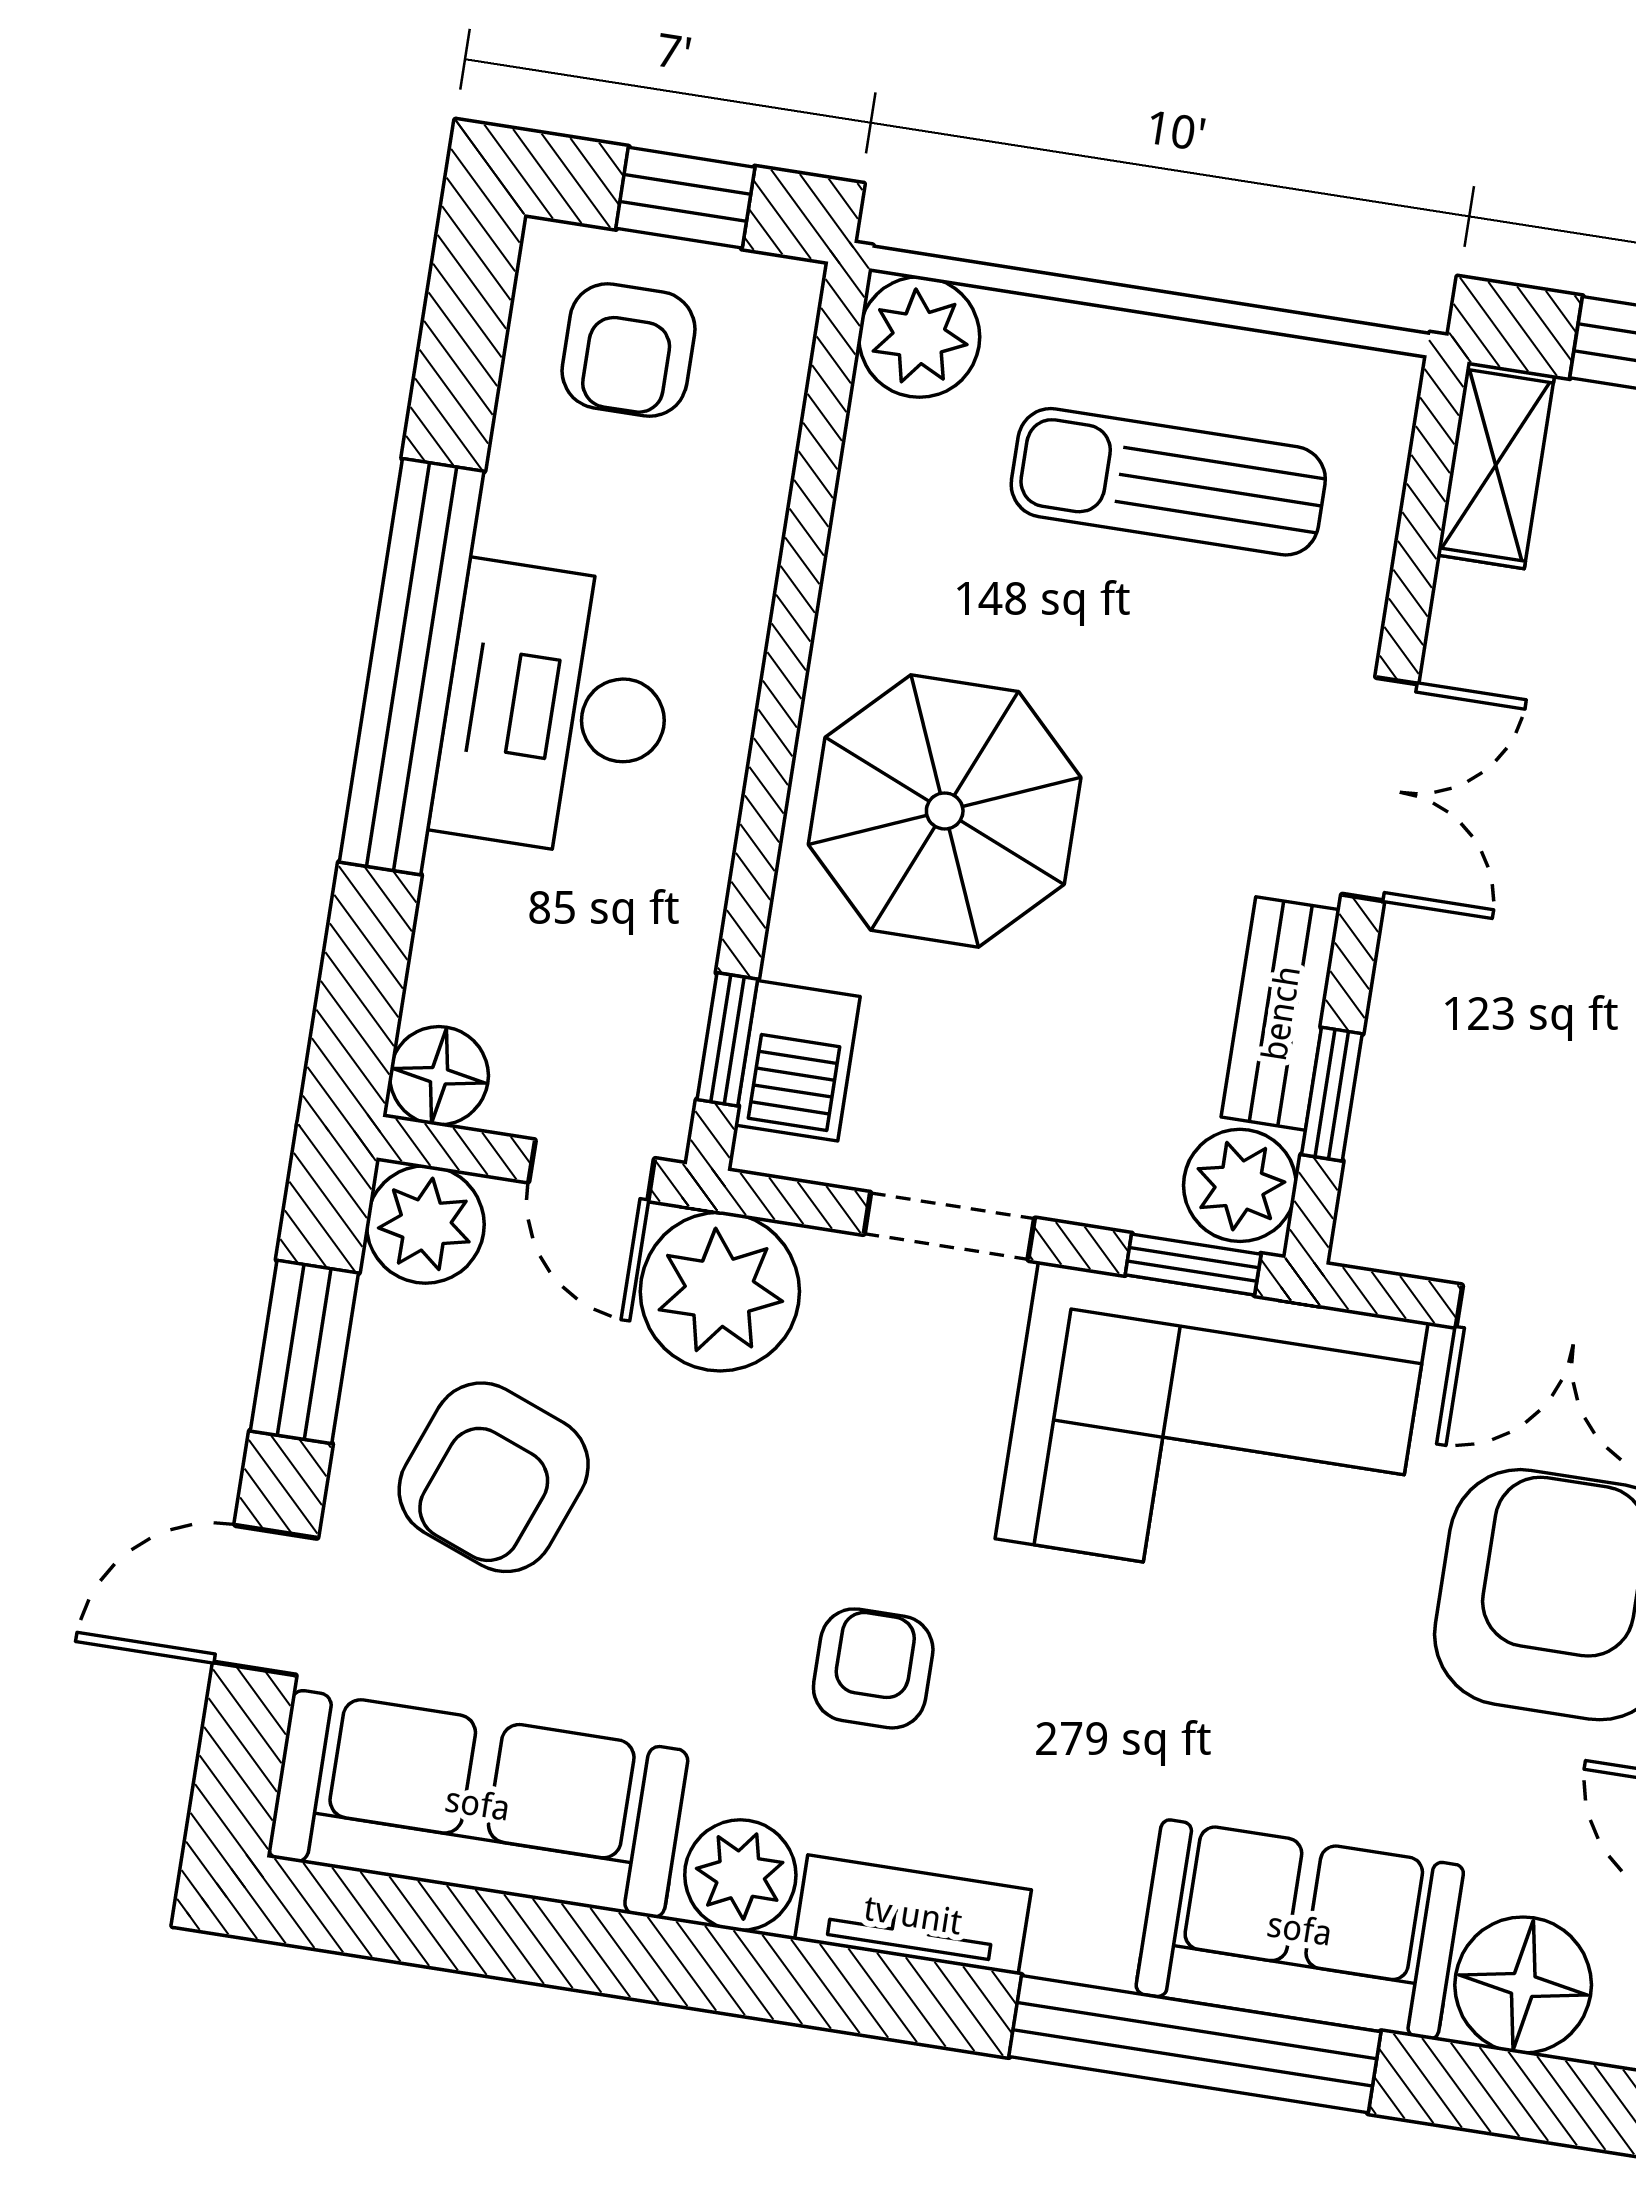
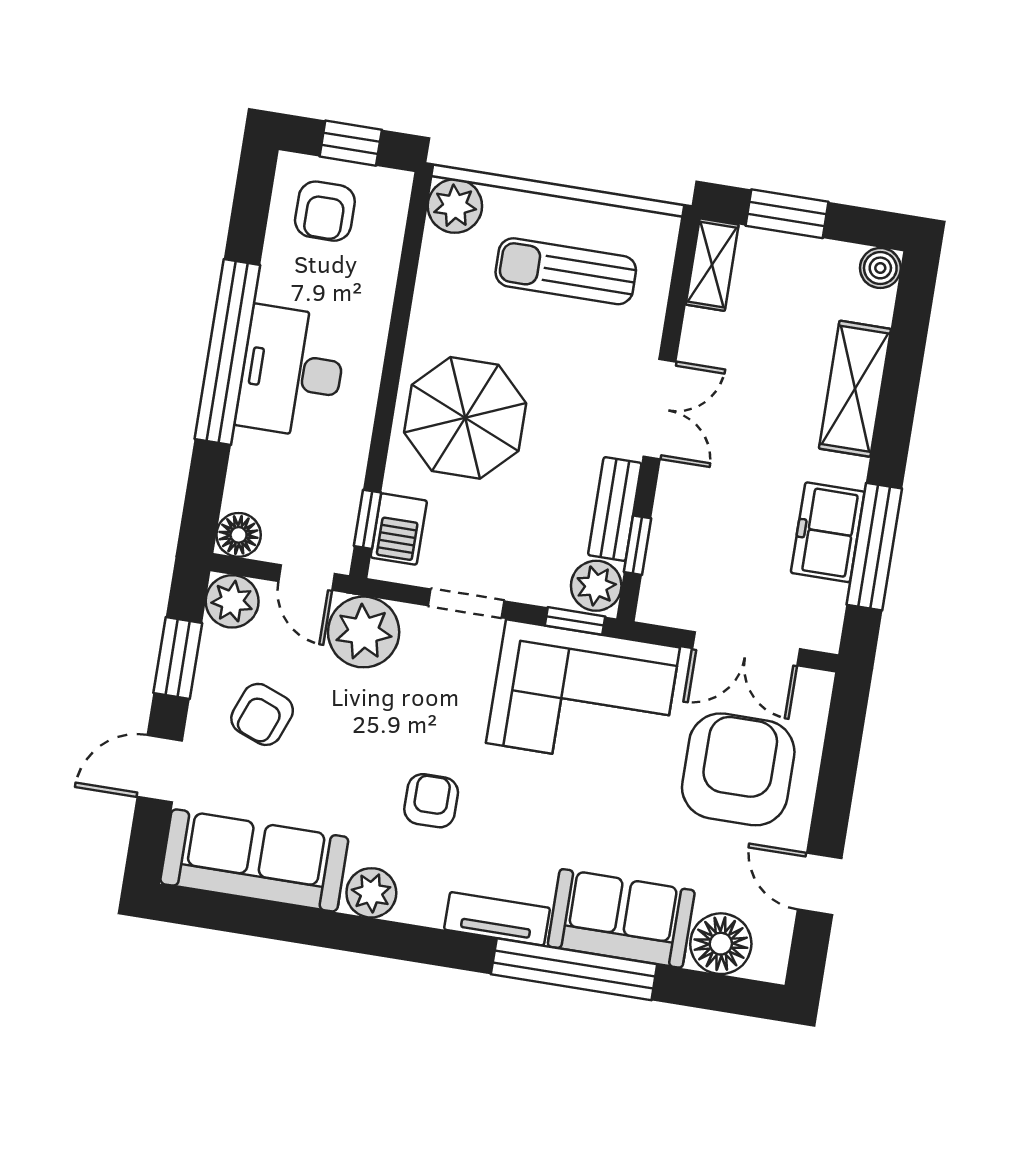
armchair: (494, 1477) -> (262, 714), width x0.72, depth x0.72
tv unit: (913, 1915) -> (497, 919), moved

